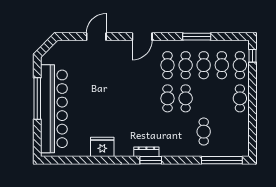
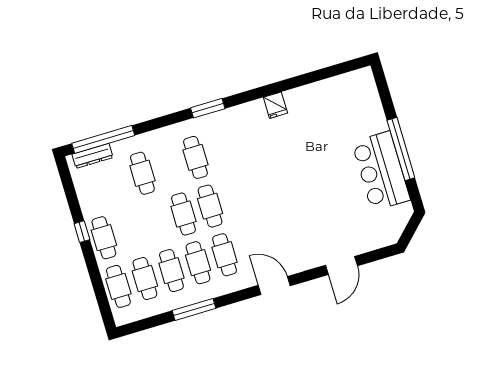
door: (142, 37) -> (274, 286), hinge flipped
window: (252, 56) -> (82, 232), moved
bar counter: (54, 109) -> (381, 171), width x0.54
cafe table: (168, 132) -> (196, 157), added
fridge: (102, 147) -> (275, 105), width x0.53, depth x0.75
dresser: (146, 152) -> (92, 156), moved

